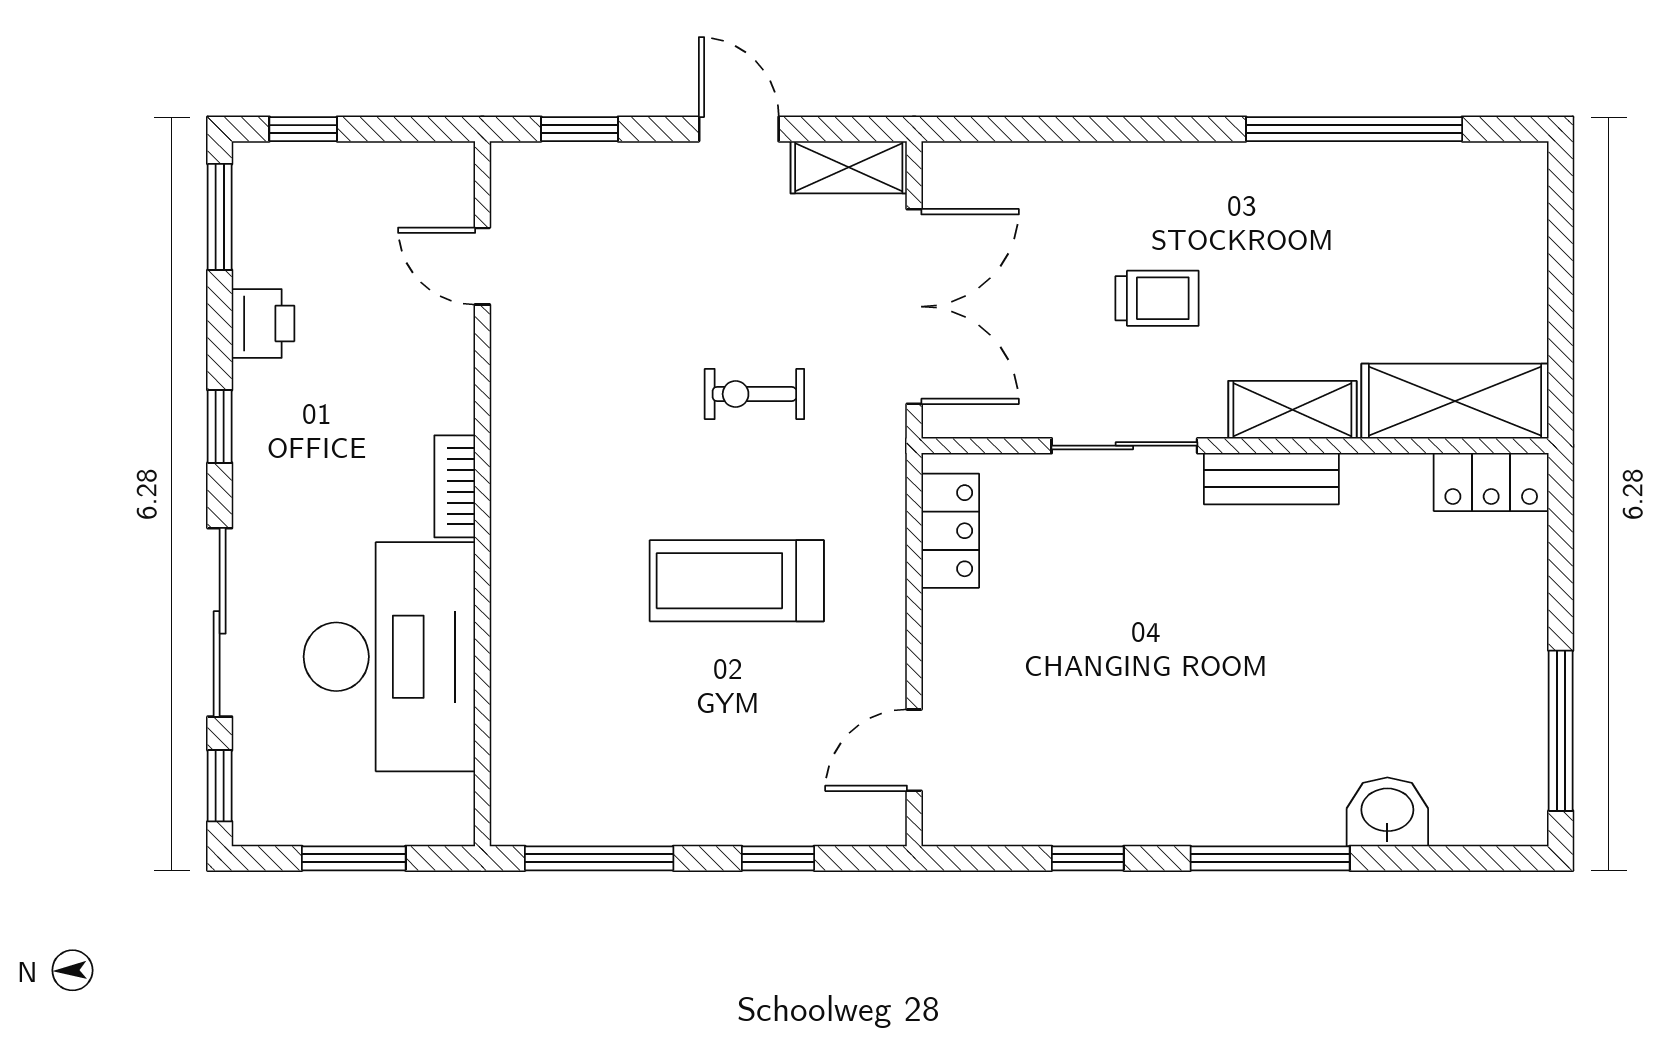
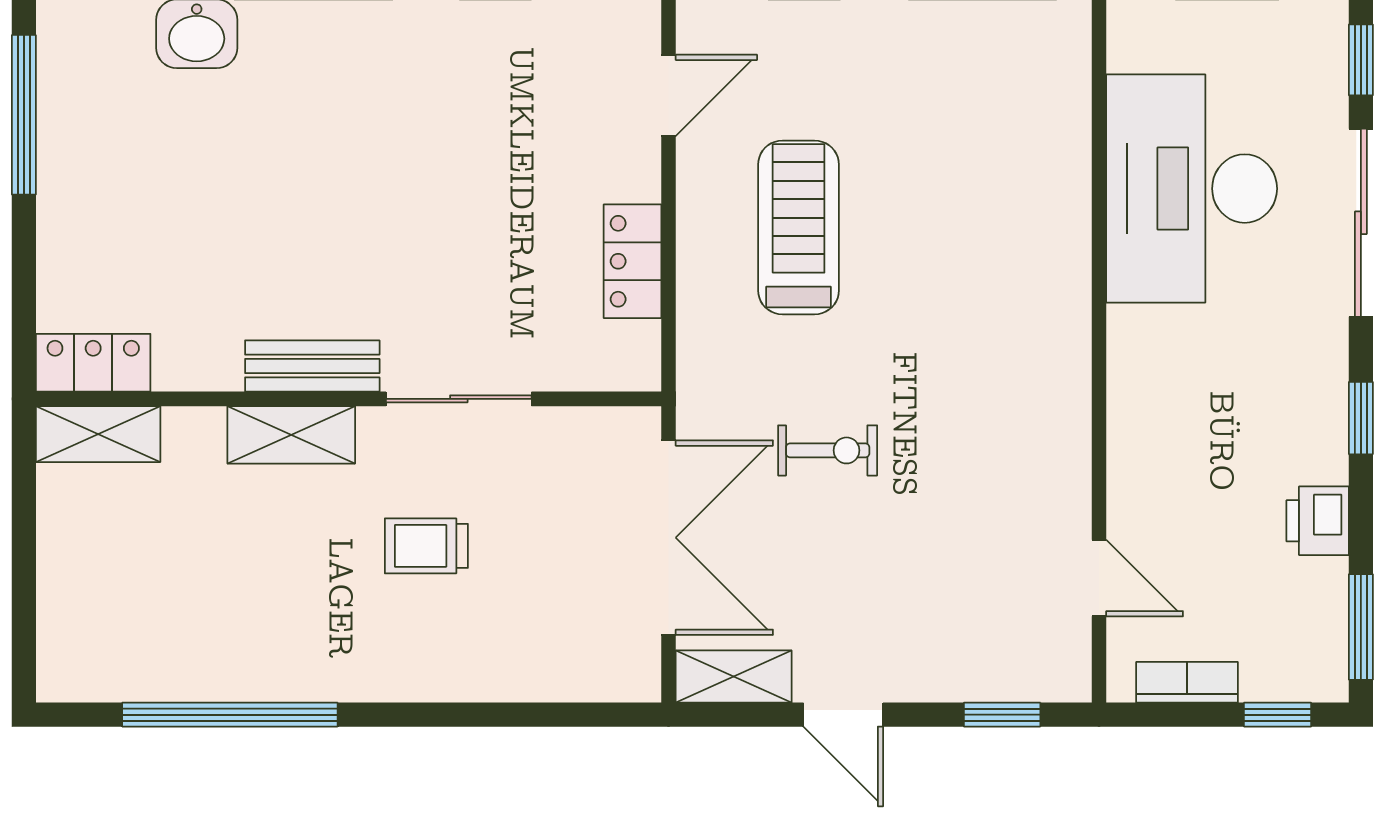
double door: (914, 307) -> (668, 538), swing flipped
shelving: (1455, 401) -> (98, 434), width x0.67, depth x0.75
bookcase: (455, 486) -> (1187, 682), moved, turned -90
locker: (950, 531) -> (633, 261), moved
treadmill: (737, 581) -> (799, 227), moved, turned -90

